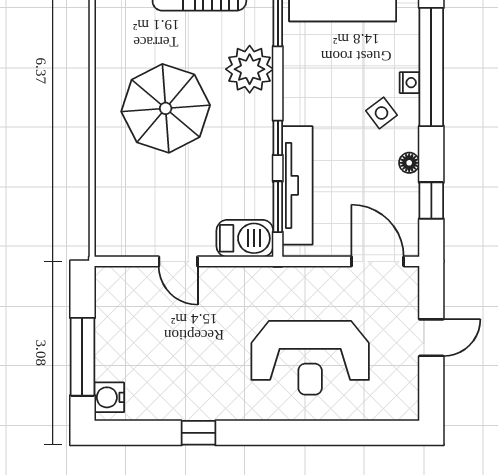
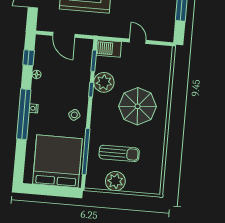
plant: (250, 69) -> (104, 82), moved
side table: (381, 113) -> (74, 115), moved
tv unit: (297, 185) -> (85, 69), removed
door: (378, 261) -> (64, 35), moved

